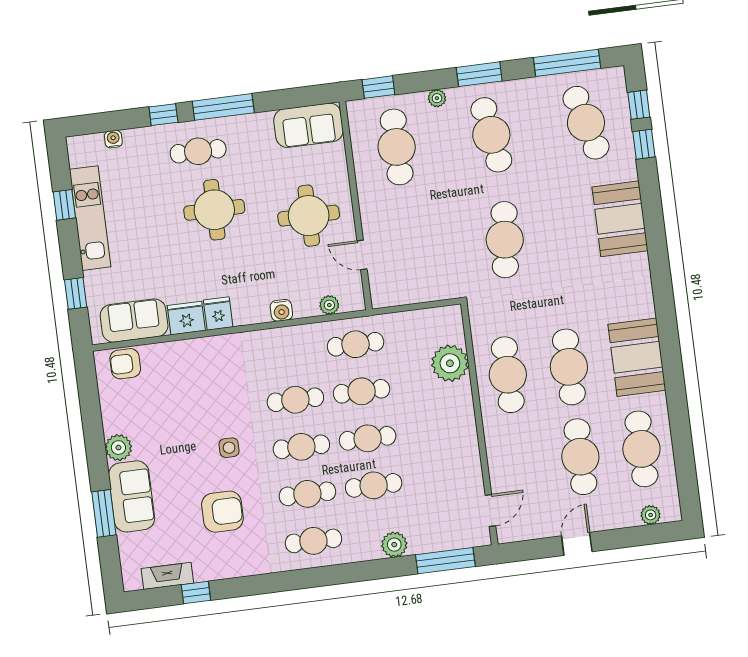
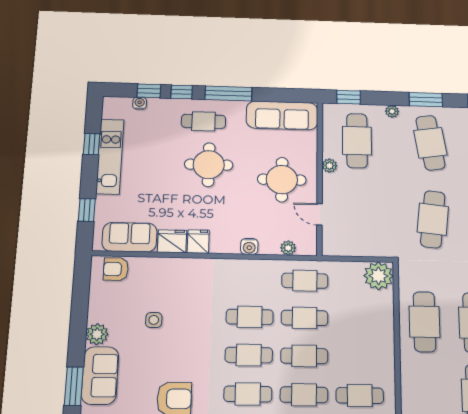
window: (122, 120) -> (149, 91), added
sofa: (308, 125) -> (282, 115), width x1.36
plant: (366, 187) -> (329, 166), added
plant: (450, 363) -> (378, 276), moved
side table: (229, 448) -> (154, 320), moved
cafe table: (440, 477) -> (360, 396), added

